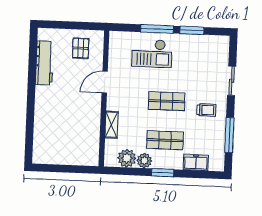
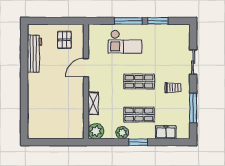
plant: (127, 158) -> (96, 131), moved

